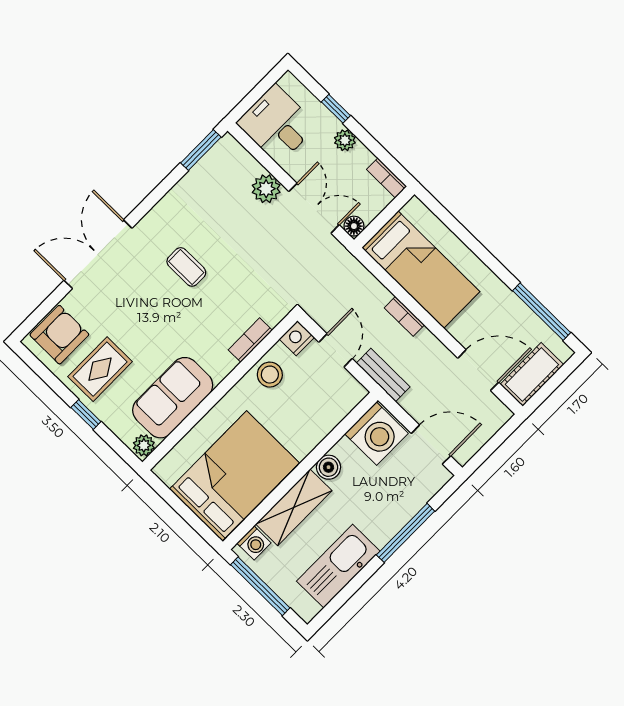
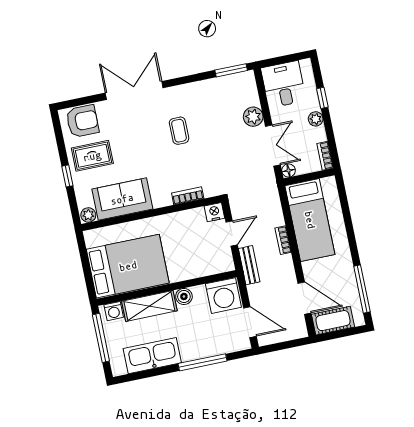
stool: (270, 375) -> (186, 222), removed

